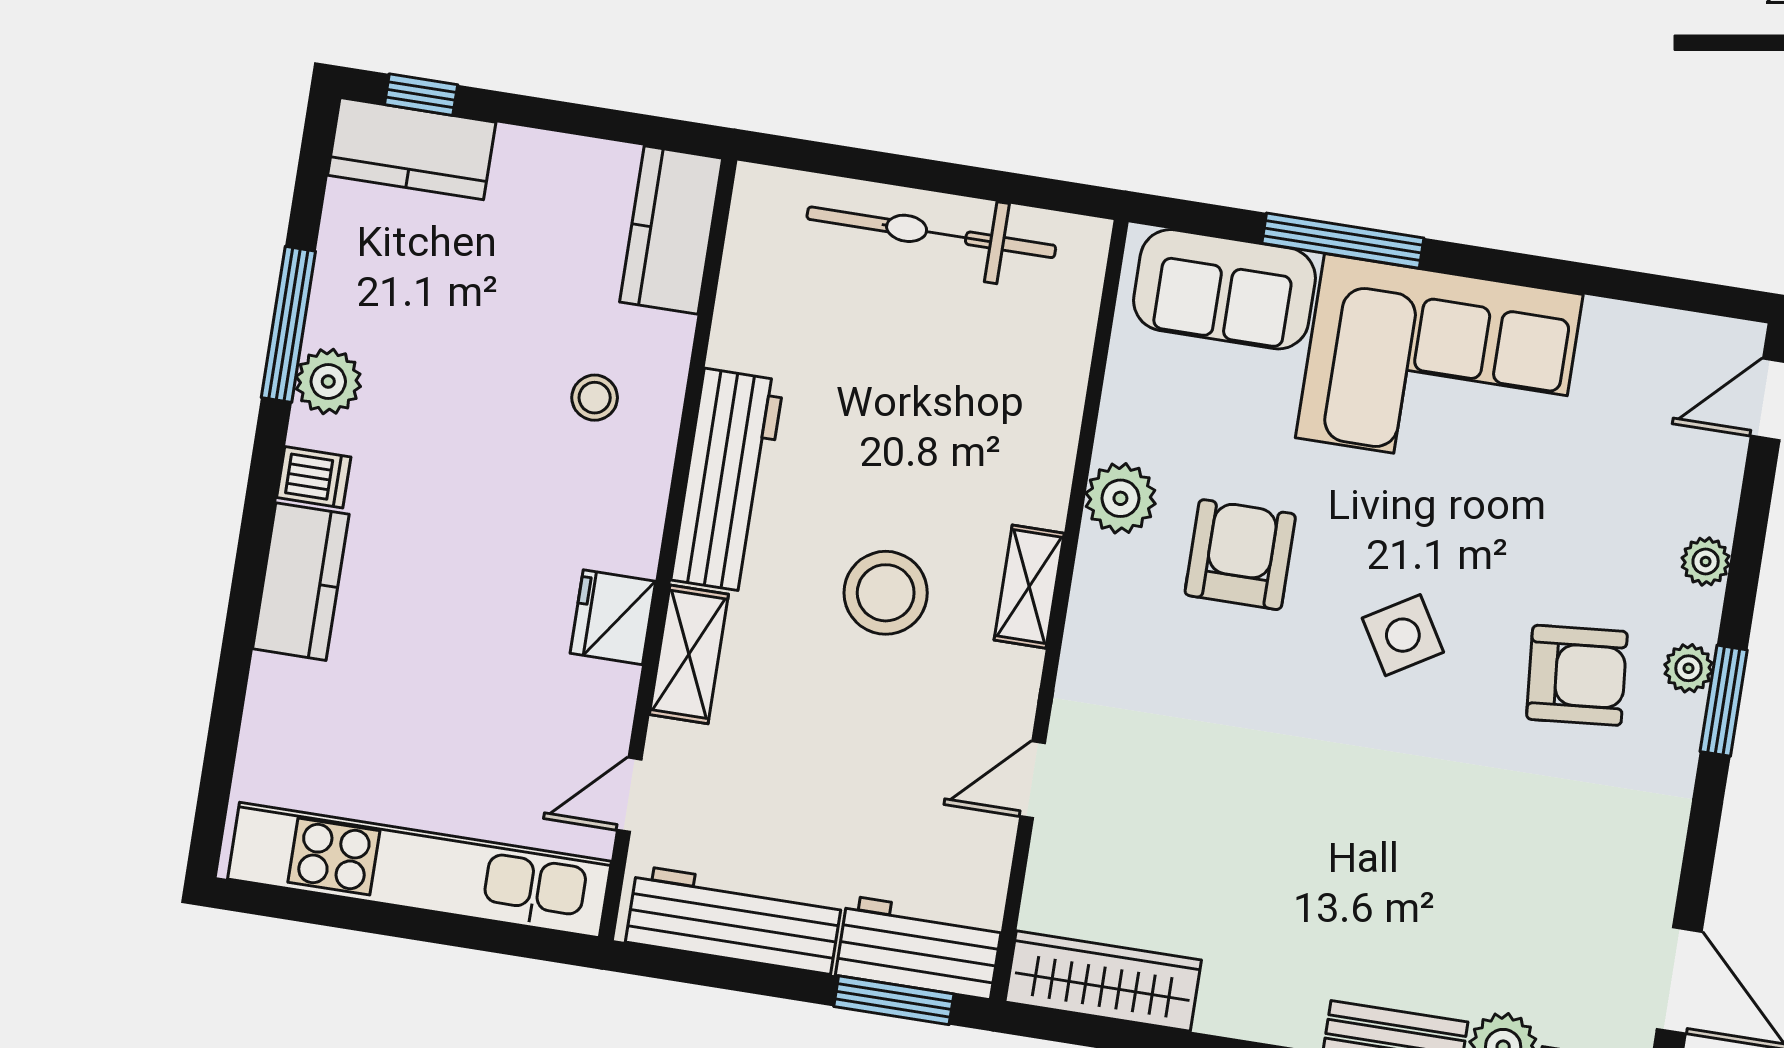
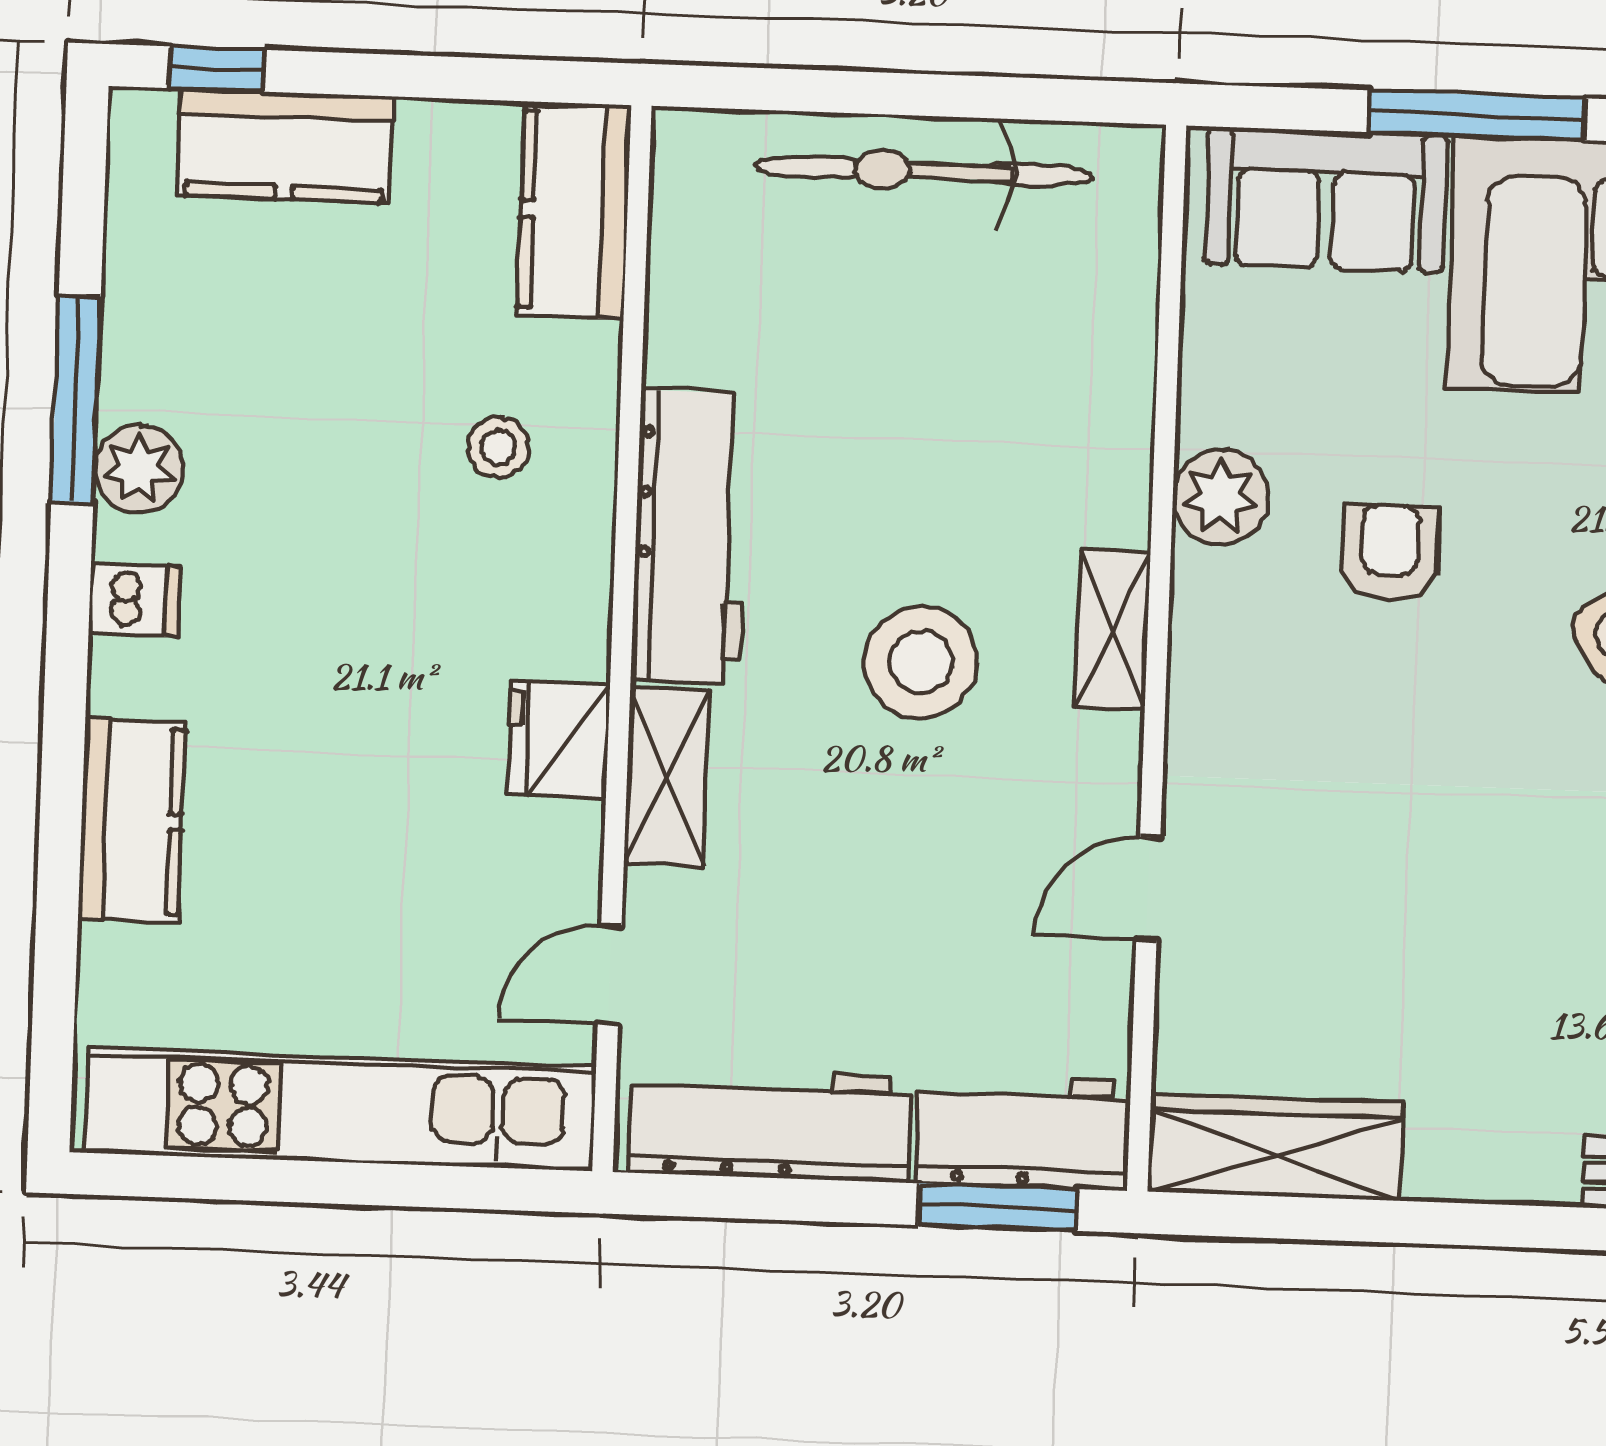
kitchen counter: (412, 149) -> (285, 146), moved
armchair: (1240, 555) -> (1390, 553), width x0.72, depth x0.72
kitchen counter: (301, 582) -> (132, 820), moved

